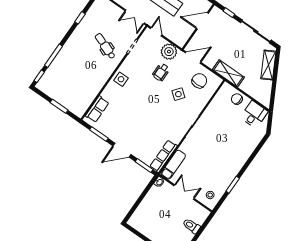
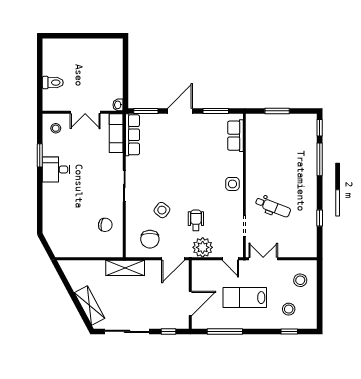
chair: (237, 99) -> (105, 225), moved
desk: (254, 114) -> (56, 169), moved, turned 90

